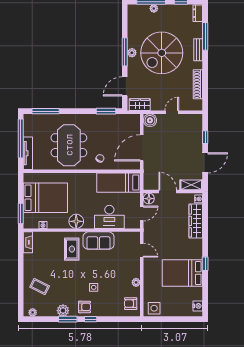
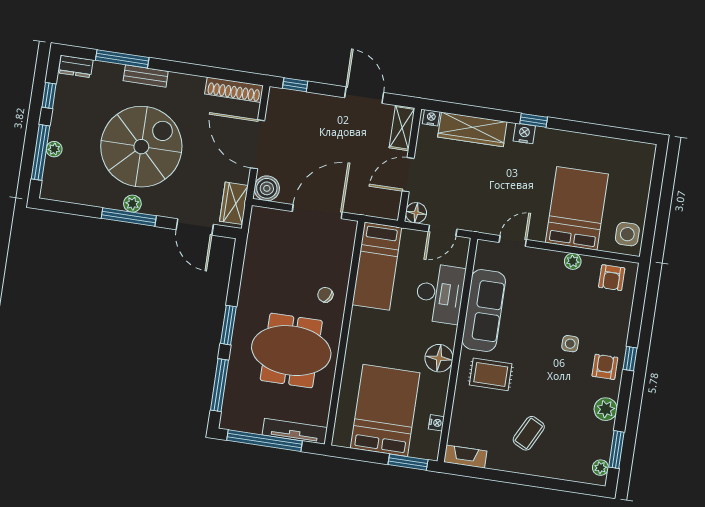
spiral stairs: (162, 53) -> (141, 147), turned -90
shoe rack: (198, 84) -> (234, 90), moved
window: (106, 111) -> (228, 325), moved
door: (172, 112) -> (258, 144), width x1.87
window: (205, 137) -> (295, 85), moved
door: (142, 148) -> (317, 212), swing flipped
door: (142, 213) -> (443, 230), swing flipped
sofa: (99, 241) -> (484, 310), width x1.36
window: (205, 264) -> (534, 120), moved
bed: (182, 273) -> (577, 208), moved, turned 180
coffee table: (40, 287) -> (529, 433), moved
nightstand: (198, 306) -> (524, 133), moved
window: (68, 319) -> (616, 450), moved

